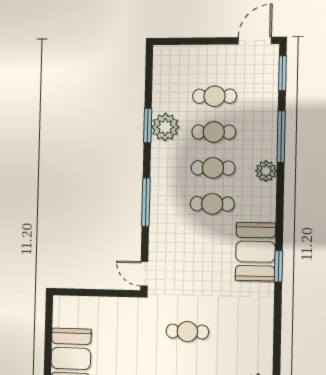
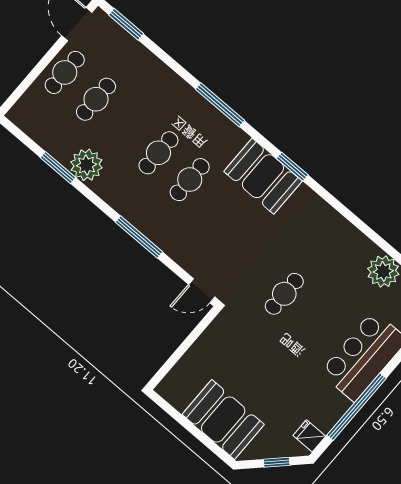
window: (148, 126) -> (58, 168), moved
cafe table: (214, 132) -> (65, 72), moved
window: (281, 137) -> (220, 105), moved
plant: (266, 171) -> (200, 109), removed

